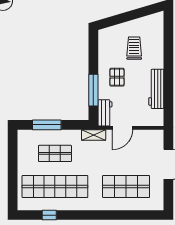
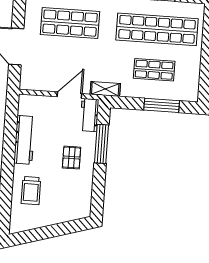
trolley: (134, 48) -> (31, 191), moved

